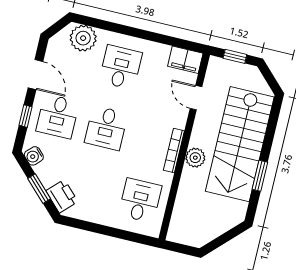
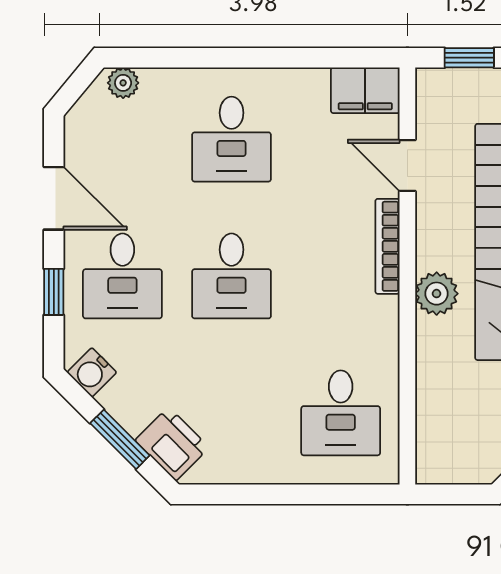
plant: (83, 38) -> (123, 83), width x0.53, depth x0.53
desk: (121, 67) -> (232, 139), turned 180
bookcase: (174, 151) -> (387, 246), moved
desk: (140, 200) -> (341, 413), turned 180

